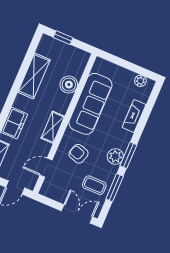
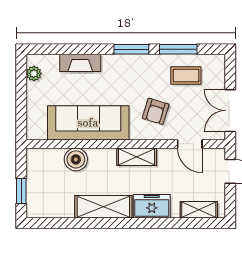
shelving: (34, 76) -> (103, 207), moved
plant: (115, 157) -> (140, 65), removed
coffee table: (94, 185) -> (186, 76), turned 90
double door: (77, 214) -> (230, 111), moved

